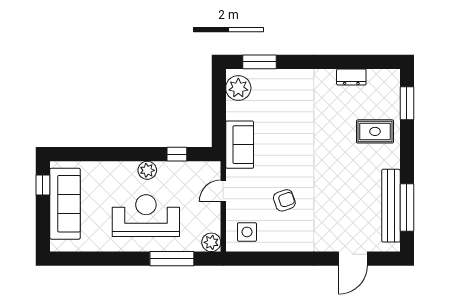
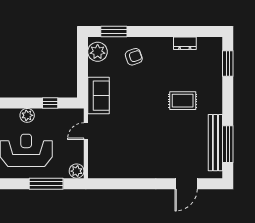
rug: (375, 131) -> (183, 101), moved
armchair: (284, 200) -> (134, 57), moved
side table: (247, 232) -> (104, 163), removed

